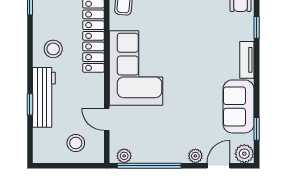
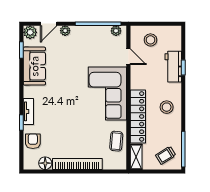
tv unit: (247, 60) -> (28, 111), moved
workbench: (44, 97) -> (173, 67), width x0.73

